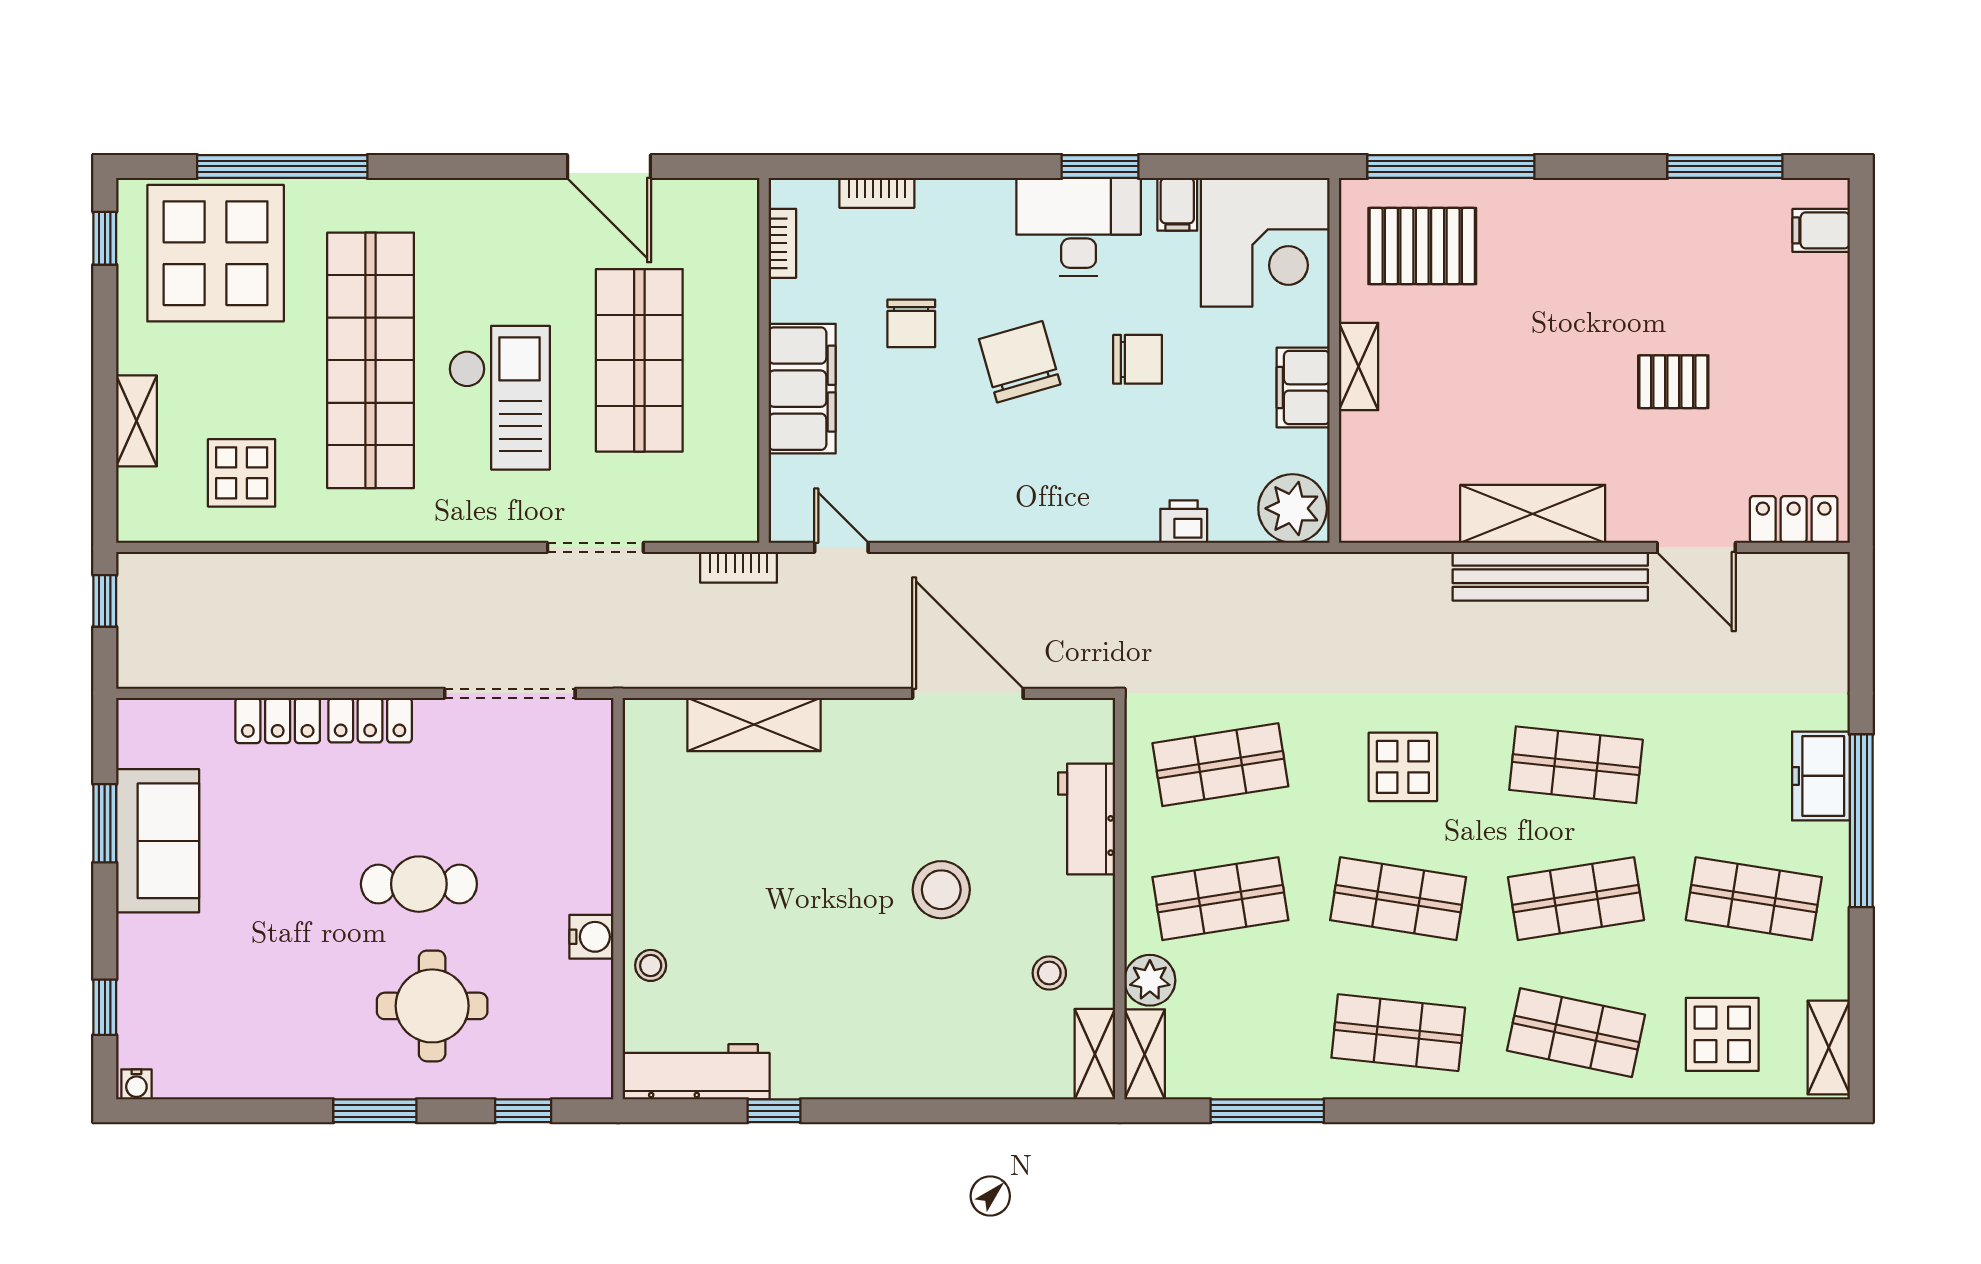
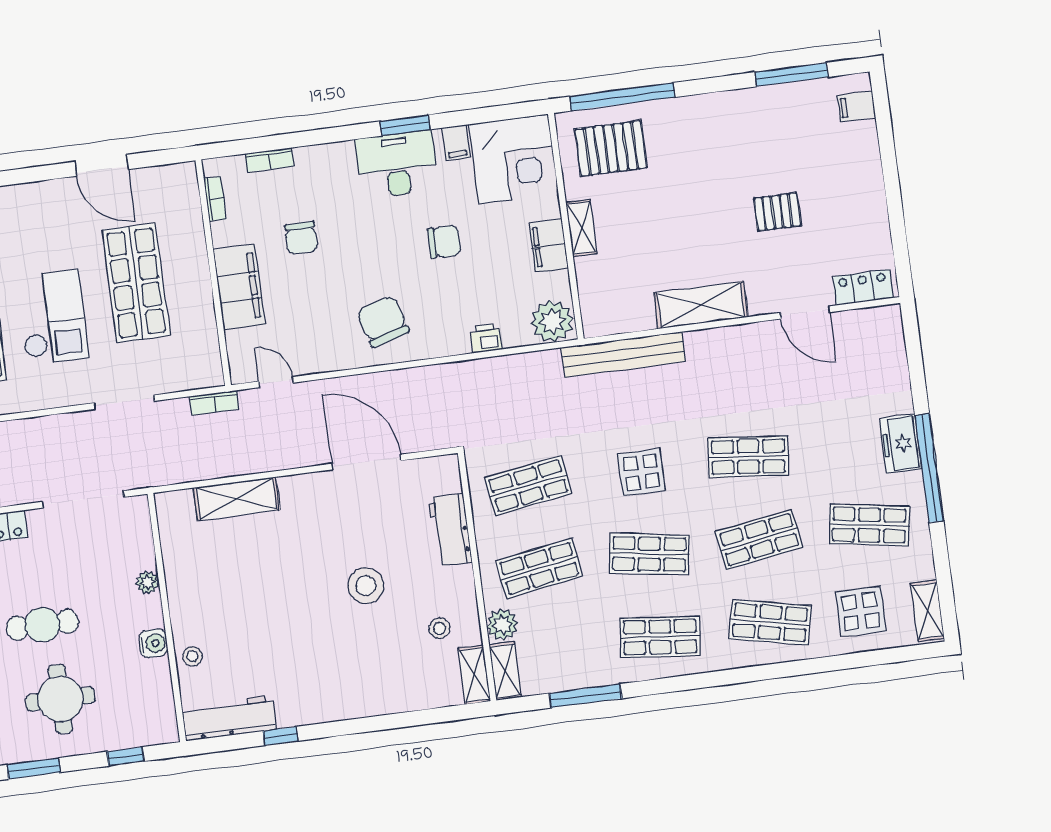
chair: (1020, 362) -> (383, 321), moved
bench: (1550, 576) -> (623, 355), moved
plant: (595, 839) -> (148, 582), added

